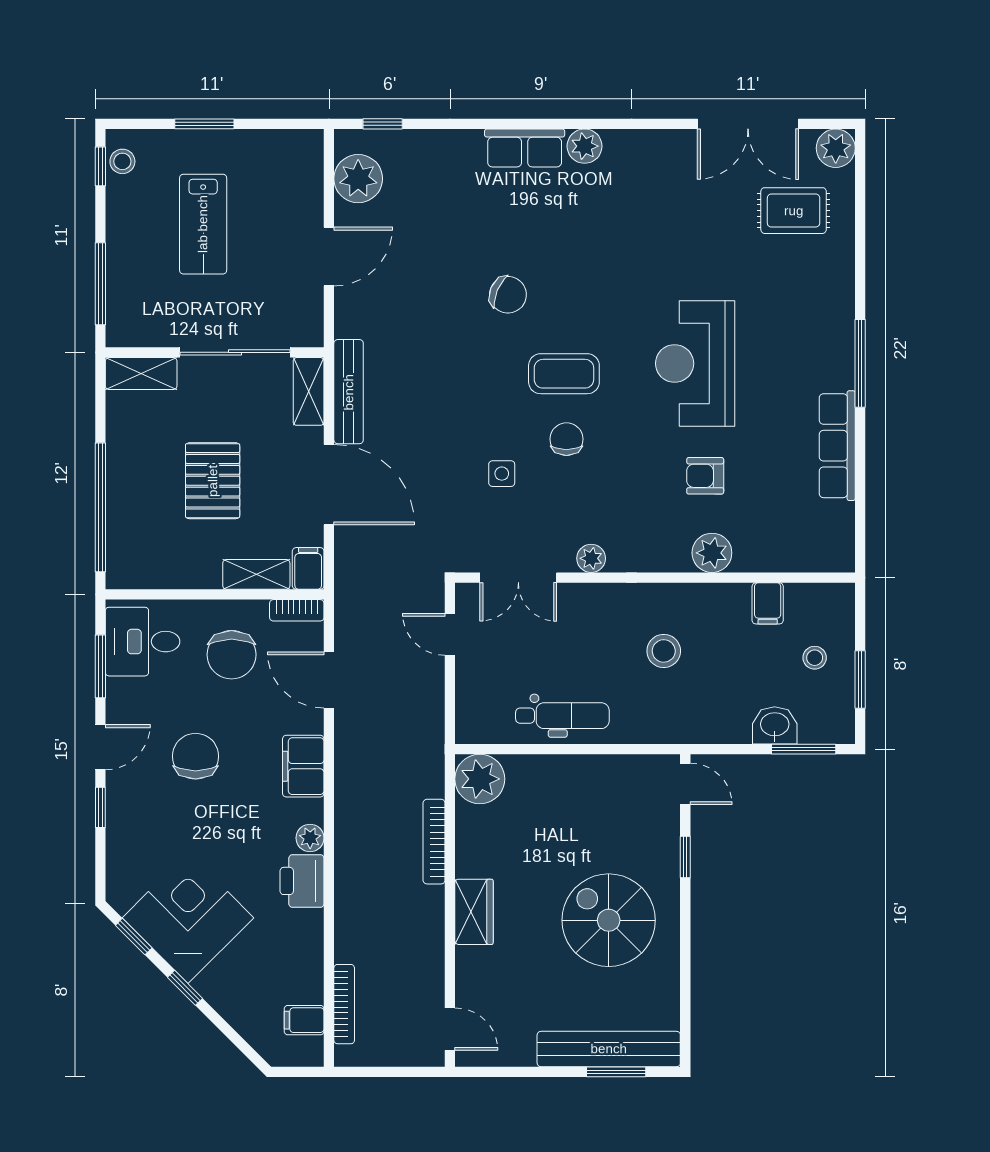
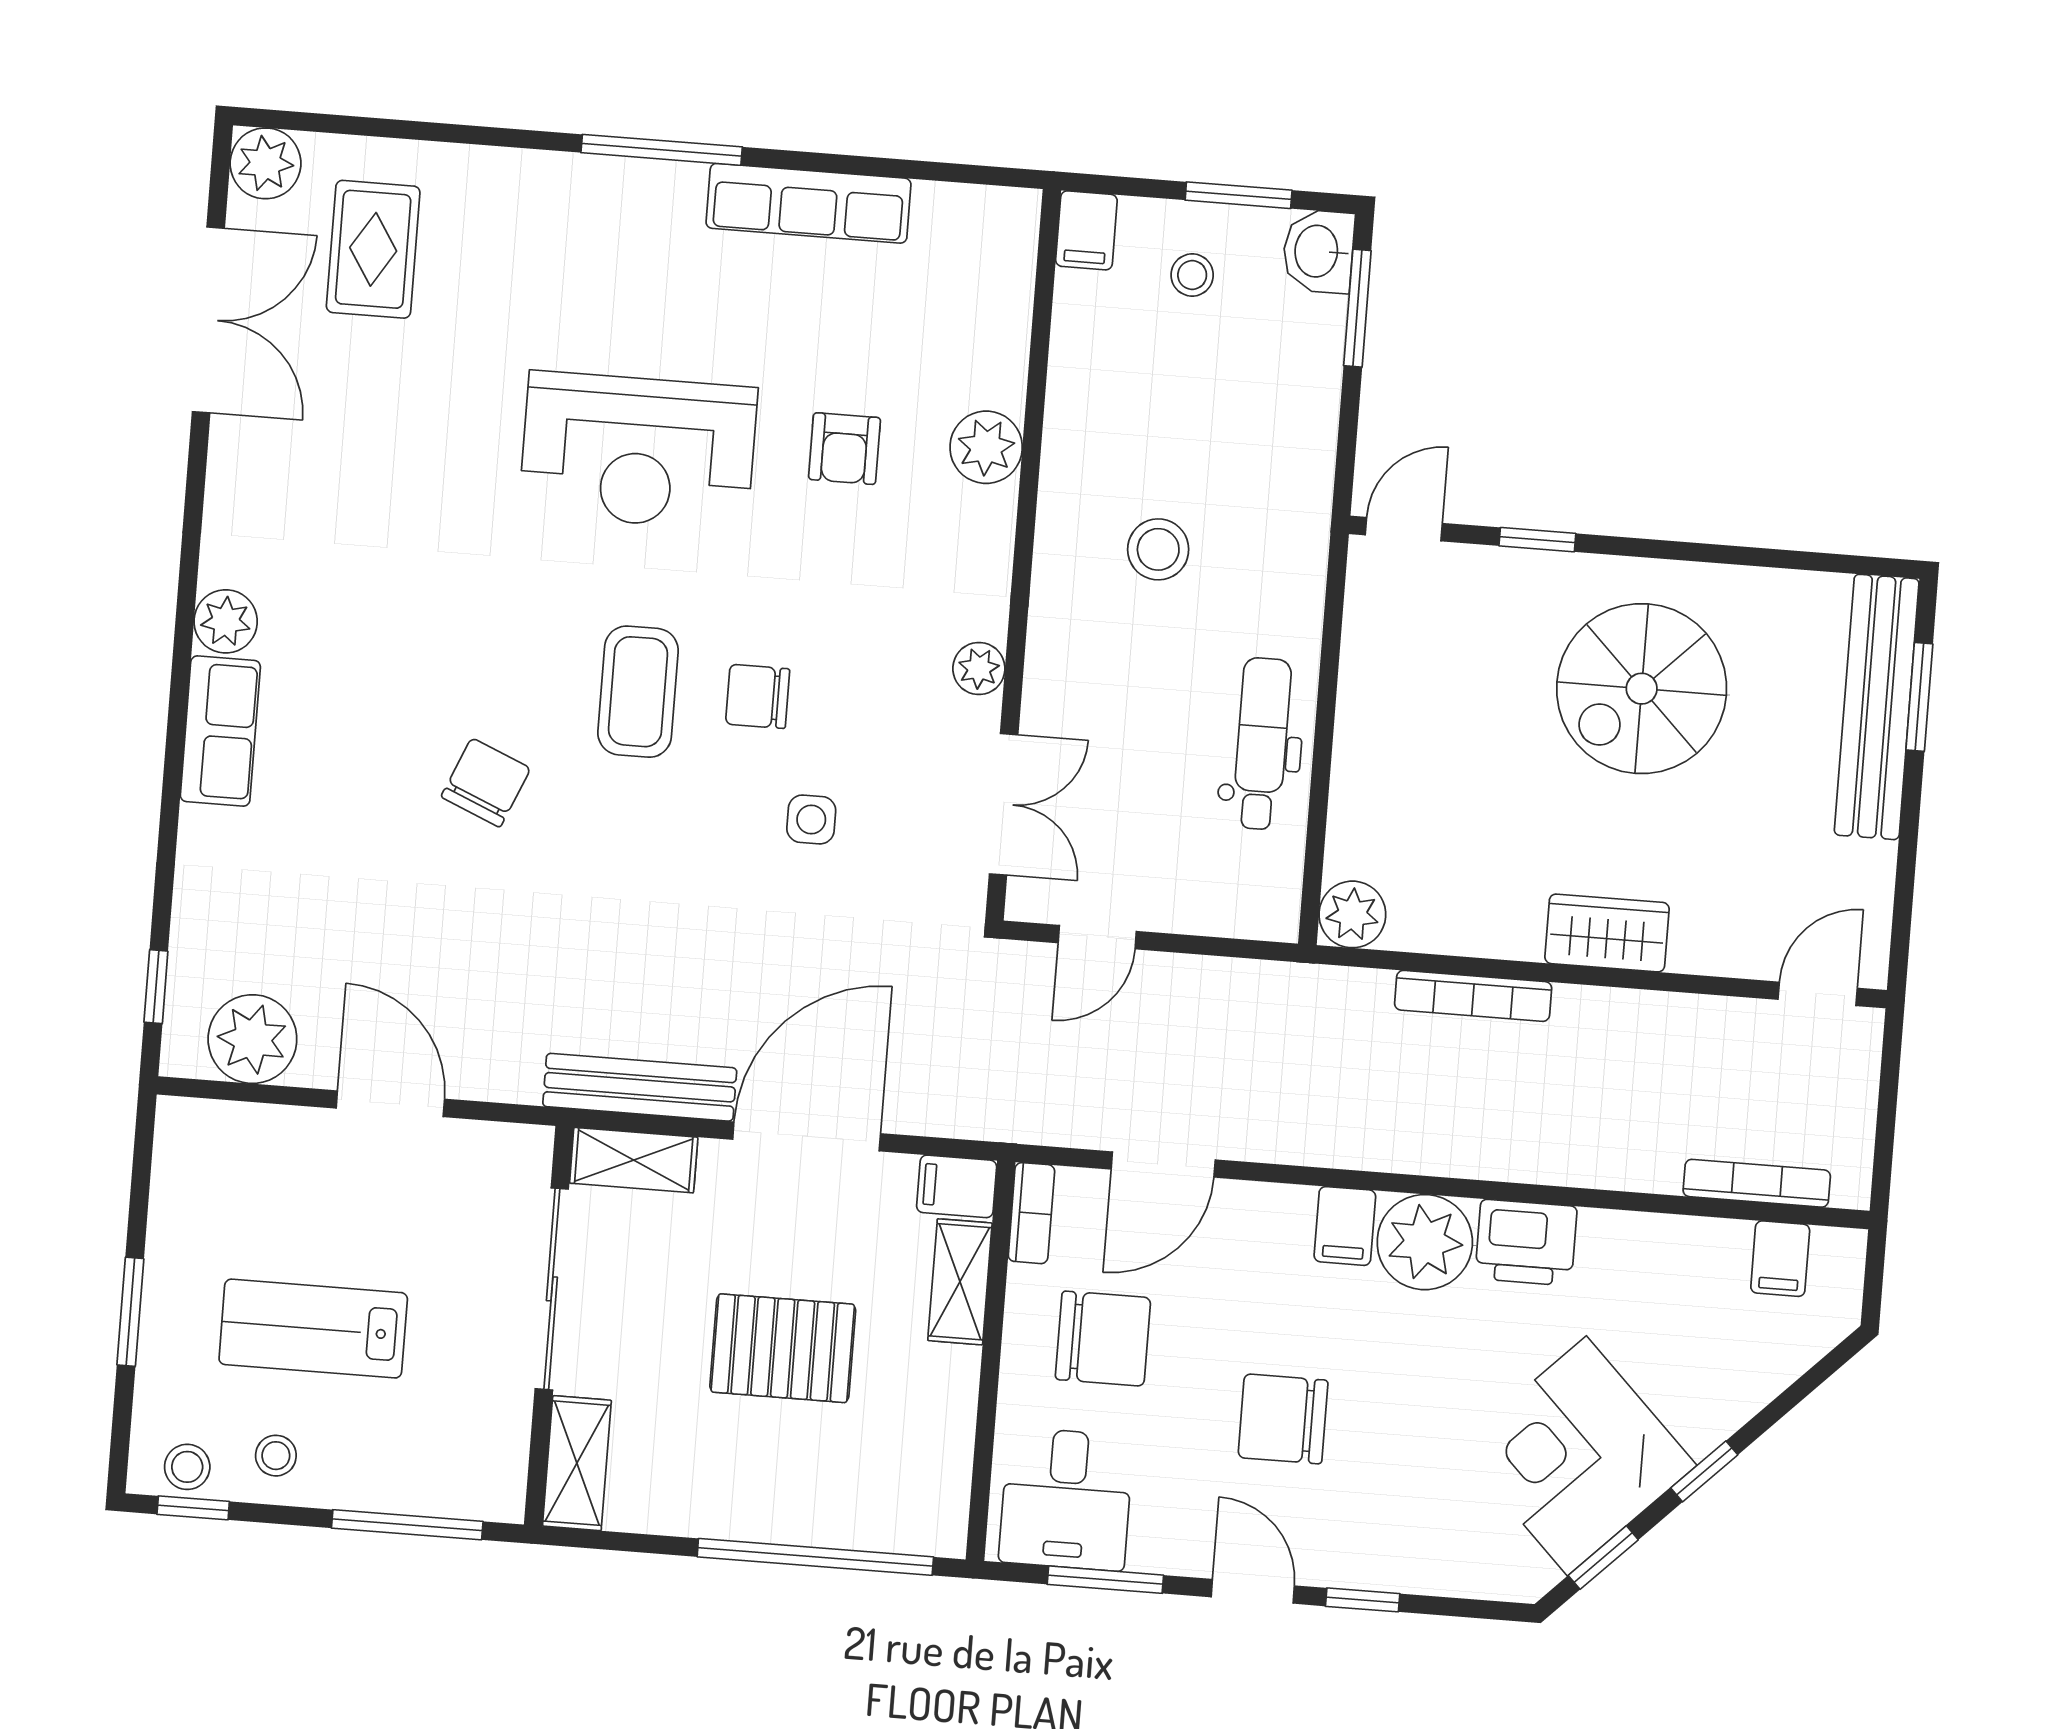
stool: (132, 209) -> (276, 1456), added
lab bench: (203, 224) -> (313, 1329), turned 180
filing cabinet: (768, 603) -> (1086, 230), moved, turned 90
washbasin: (775, 725) -> (1318, 251), moved
filing cabinet: (303, 766) -> (1345, 1226), width x0.50
plant: (480, 779) -> (1352, 914), width x0.73, depth x0.73
plant: (310, 838) -> (1425, 1242), width x1.88, depth x1.88

